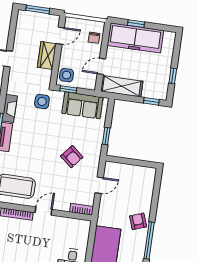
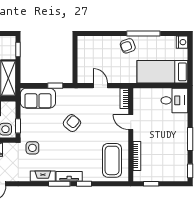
sofa: (82, 105) -> (38, 98), moved, turned 90
armchair: (72, 157) -> (72, 123), moved
door: (44, 211) -> (131, 122), moved

